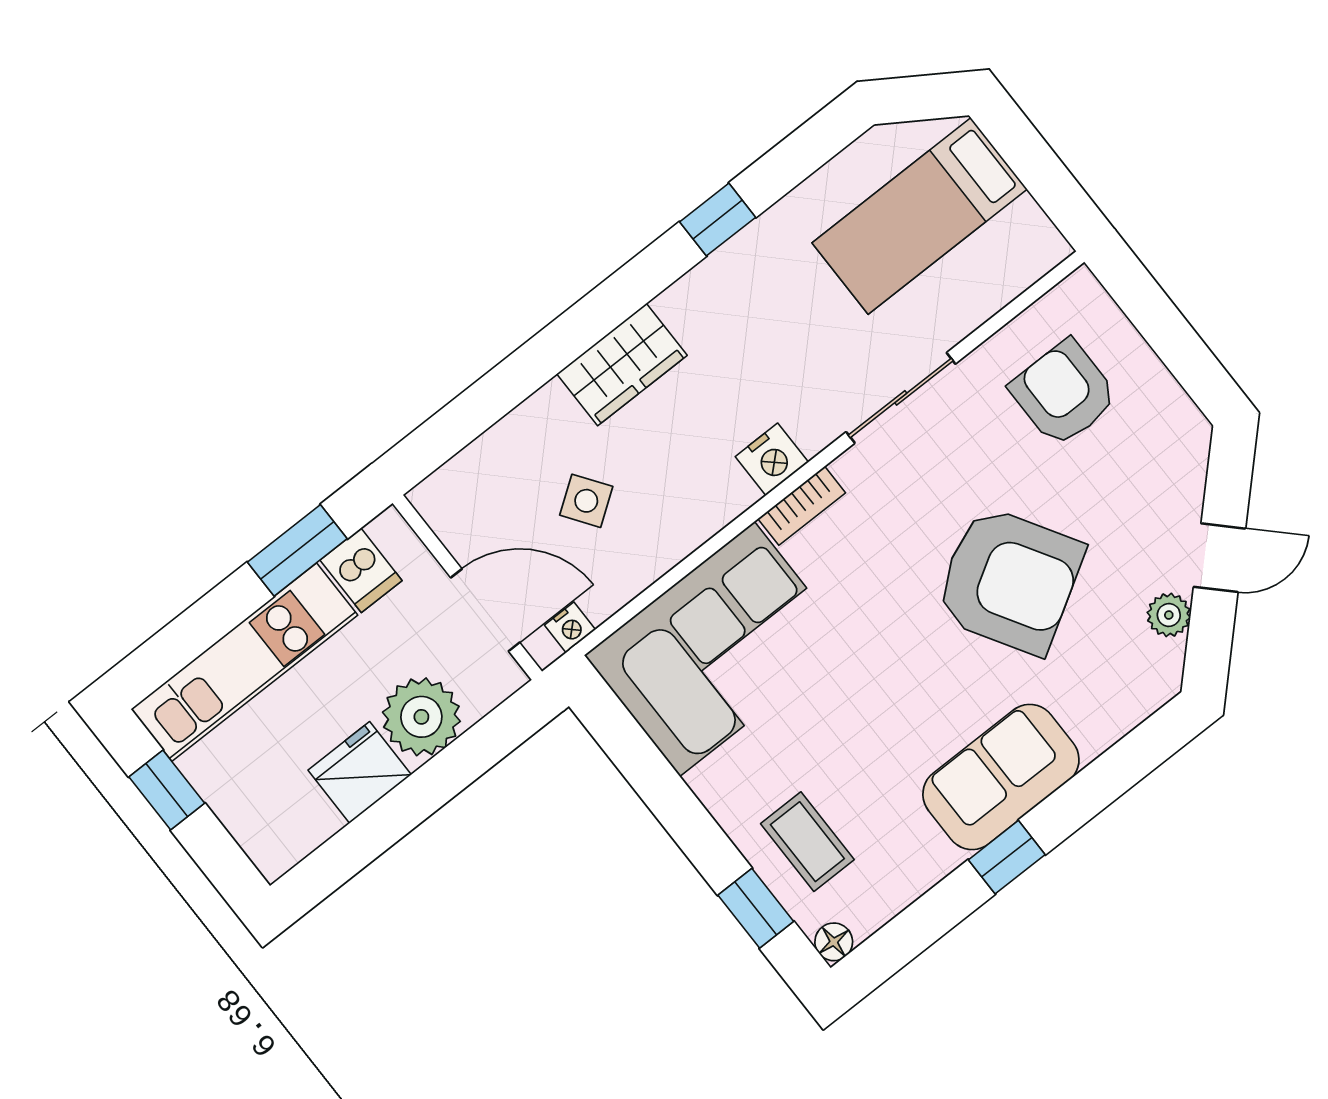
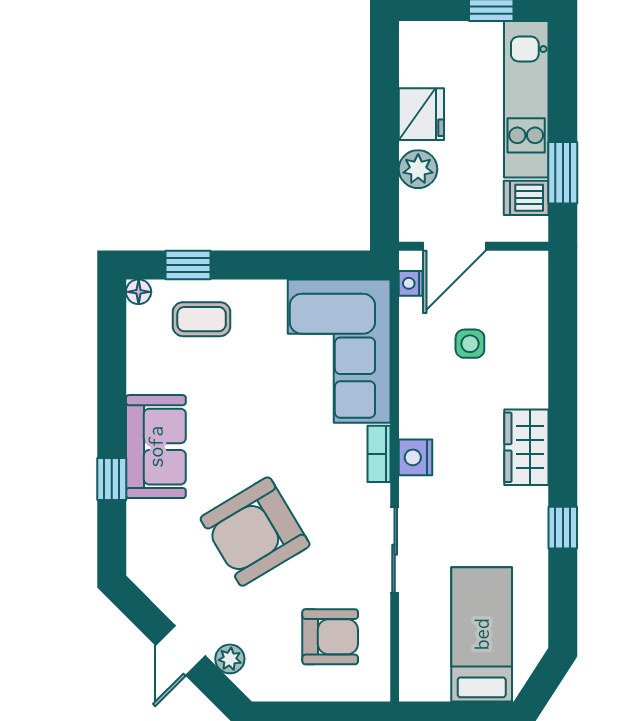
wardrobe: (622, 365) -> (526, 447), moved
side table: (586, 501) -> (470, 344), turned 35
plant: (1169, 615) -> (230, 659), moved
plant: (421, 717) -> (418, 169), width x0.73, depth x0.73
window: (1007, 857) -> (112, 479), moved

